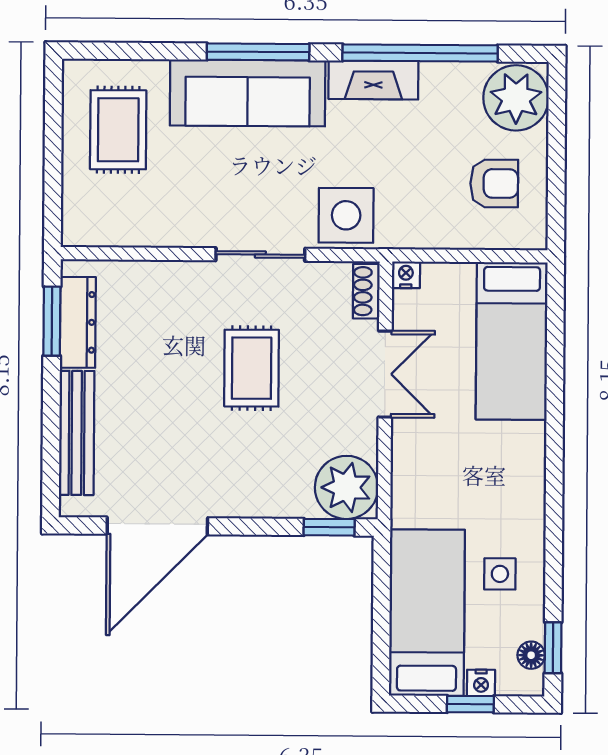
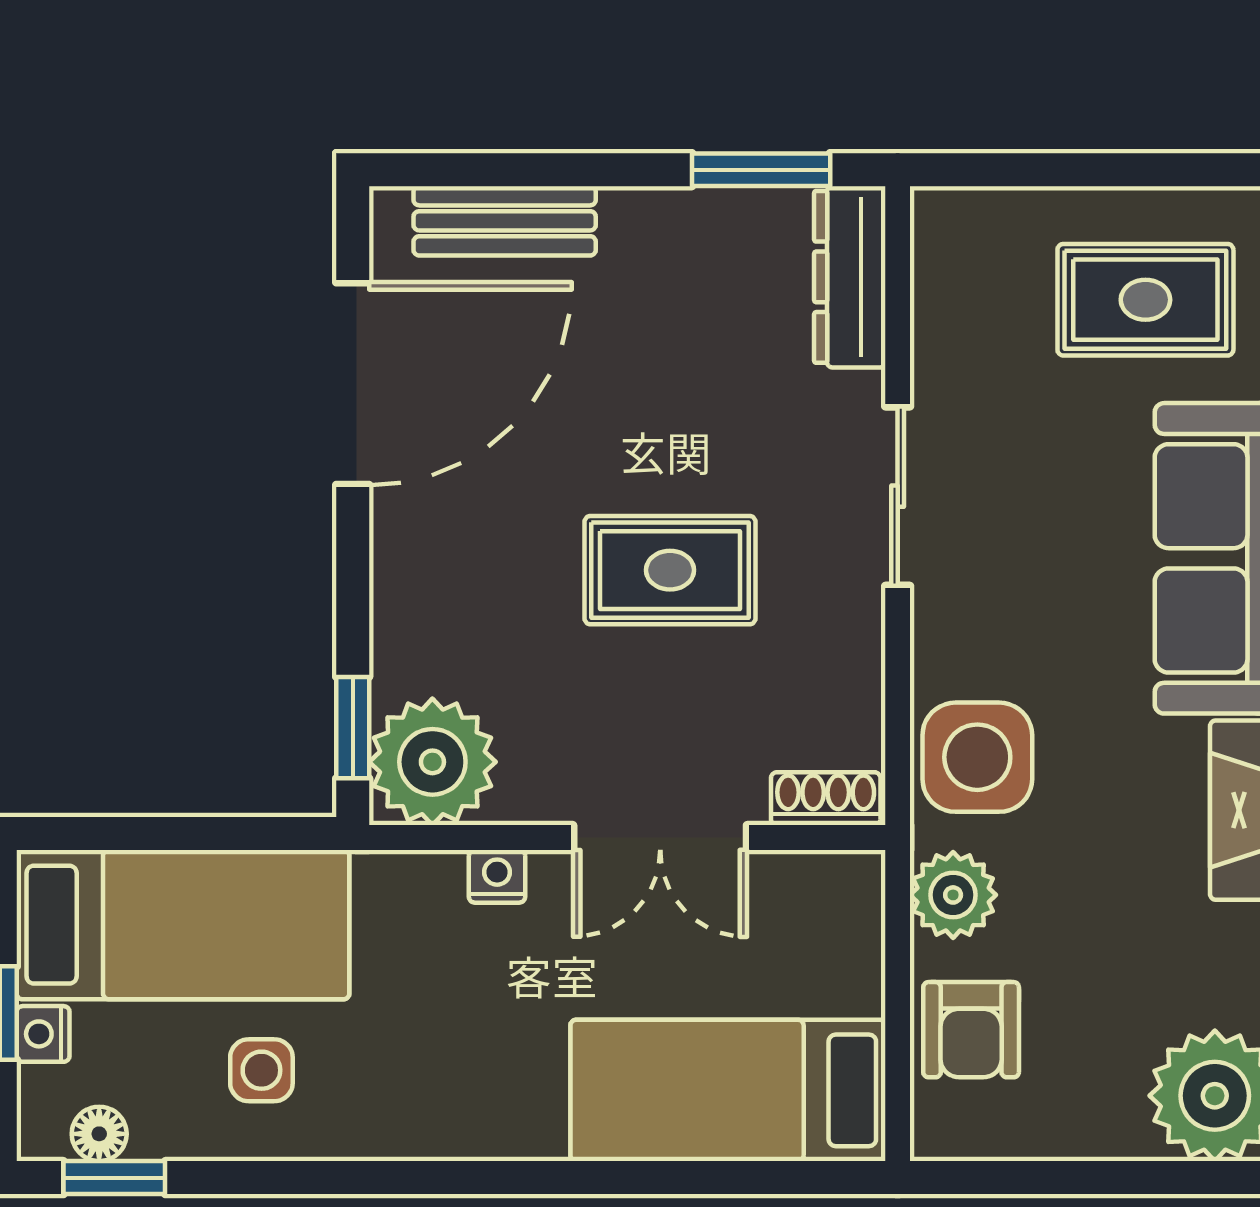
armchair: (494, 183) -> (971, 1030), moved
plant: (415, 228) -> (953, 895), added
sliding door: (260, 254) -> (898, 496), moved
nightstand: (406, 275) -> (497, 876), moved, turned -90
dresser: (78, 322) -> (850, 277), moved, turned 90
bench: (77, 433) -> (505, 221), width x0.73
door: (157, 526) -> (353, 384), swing flipped

